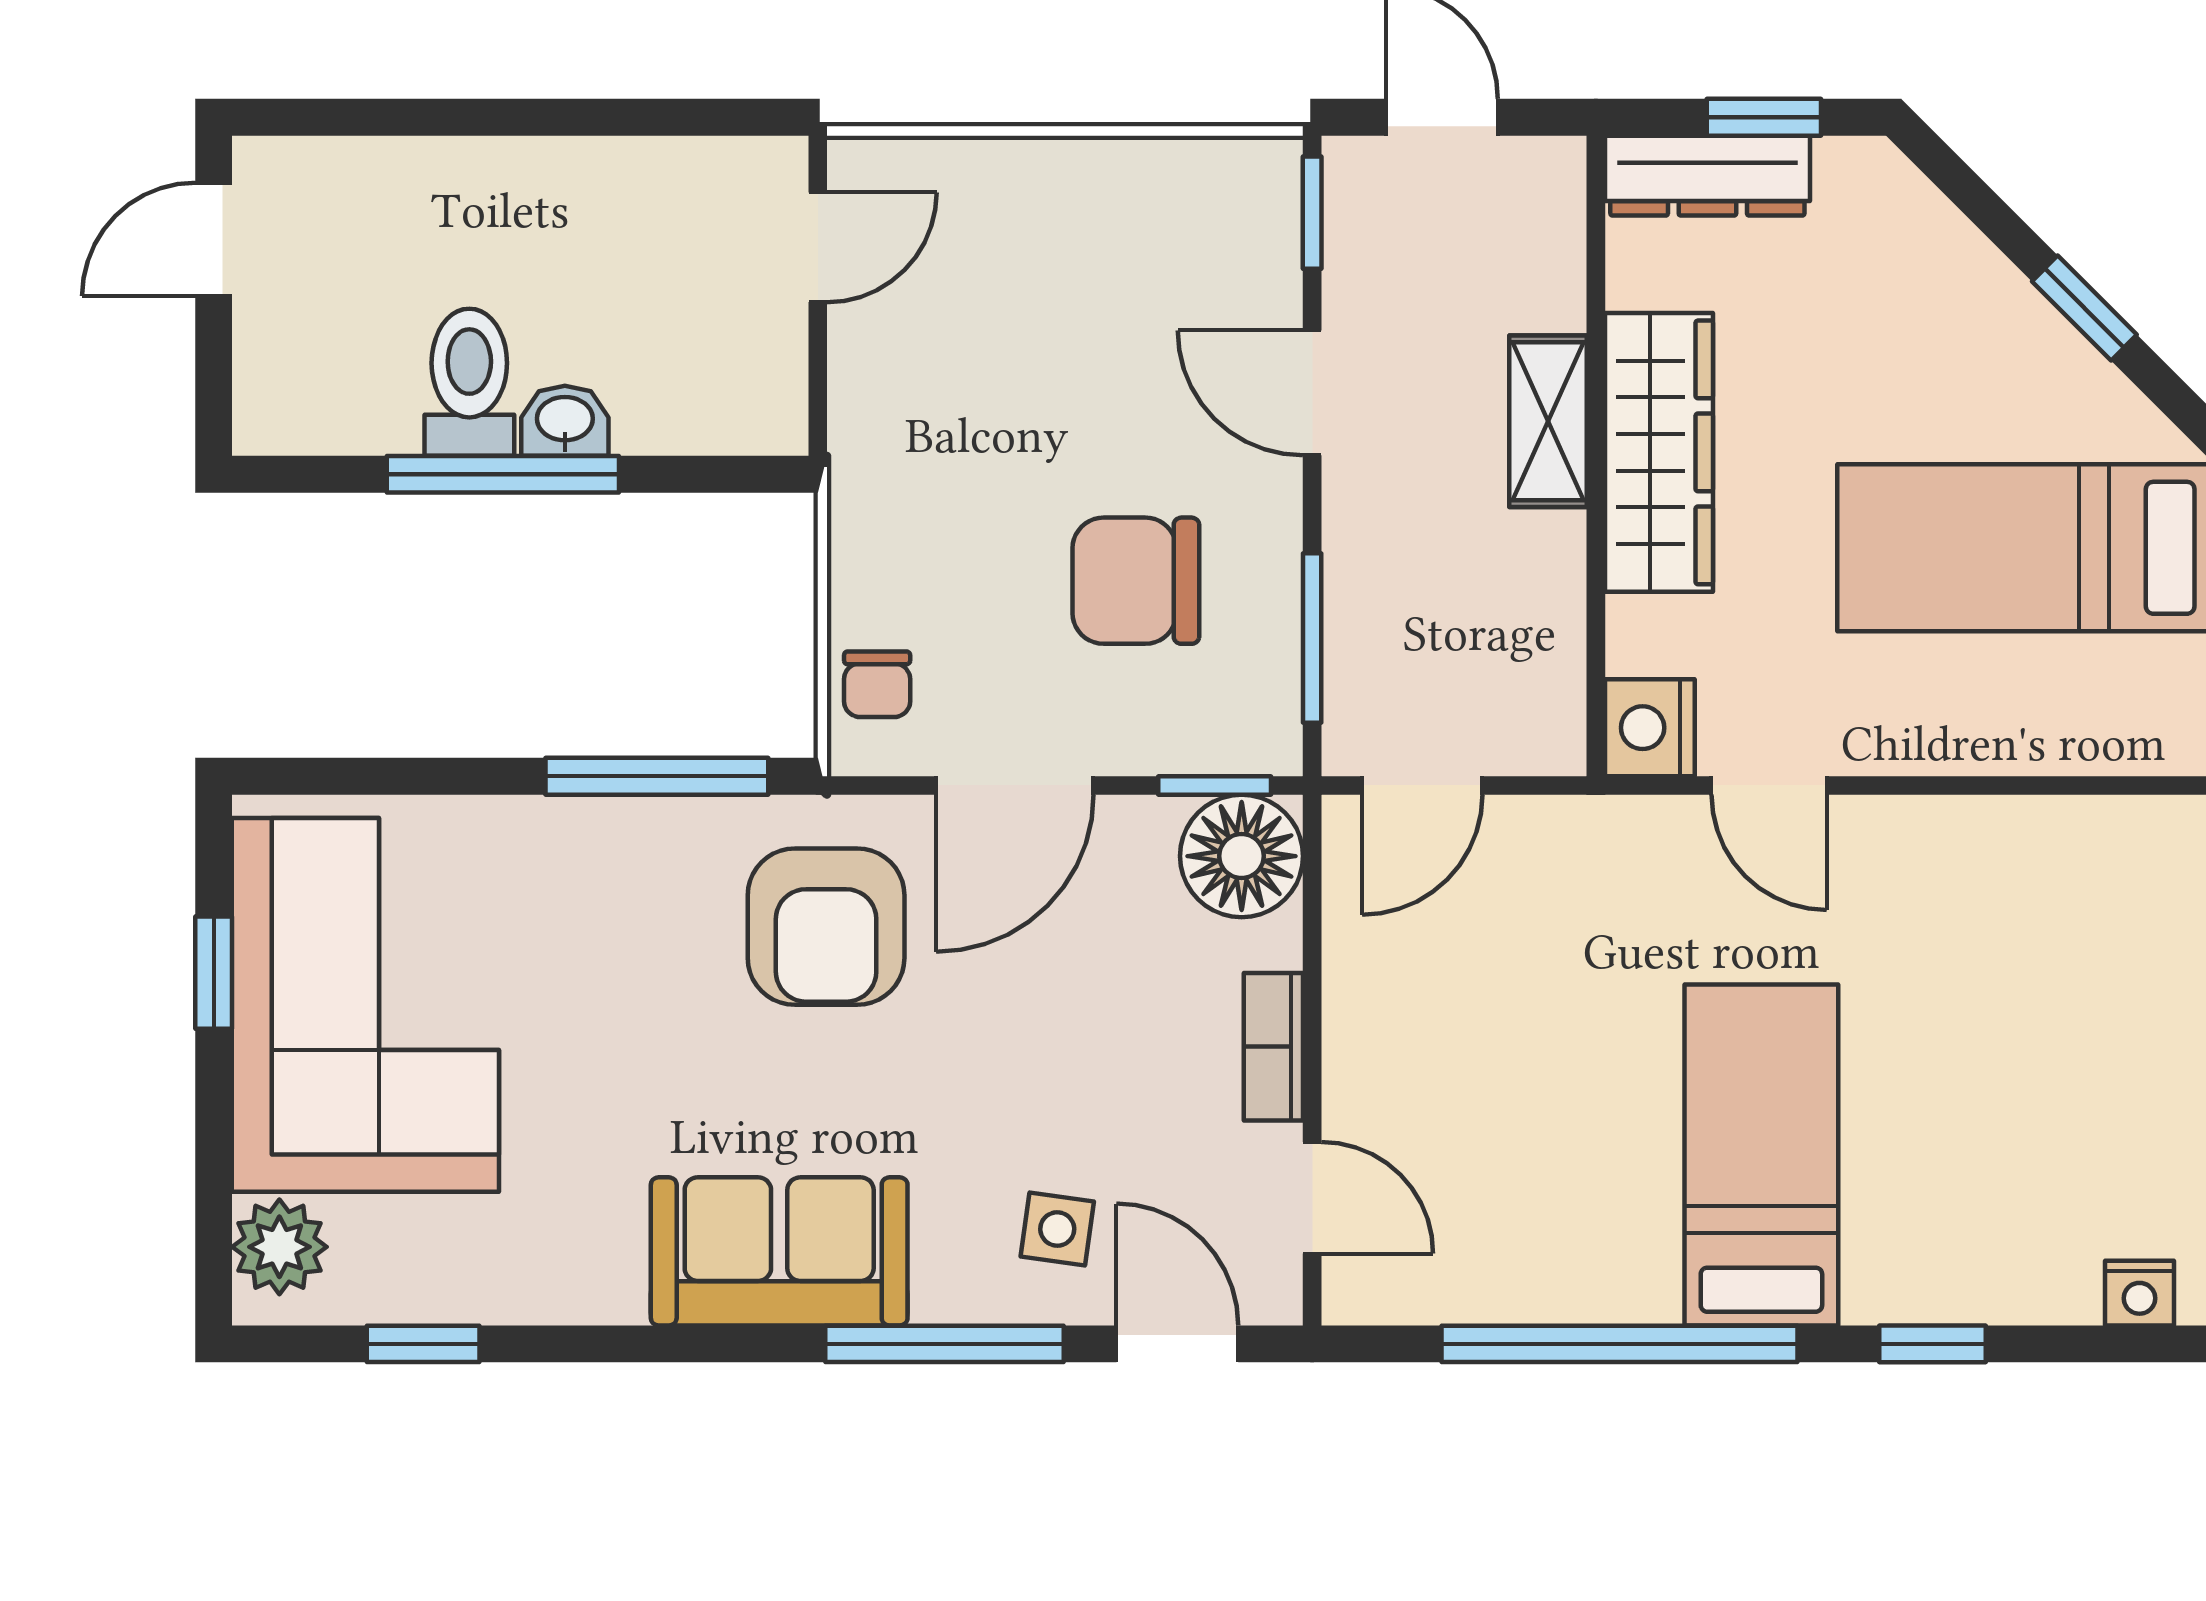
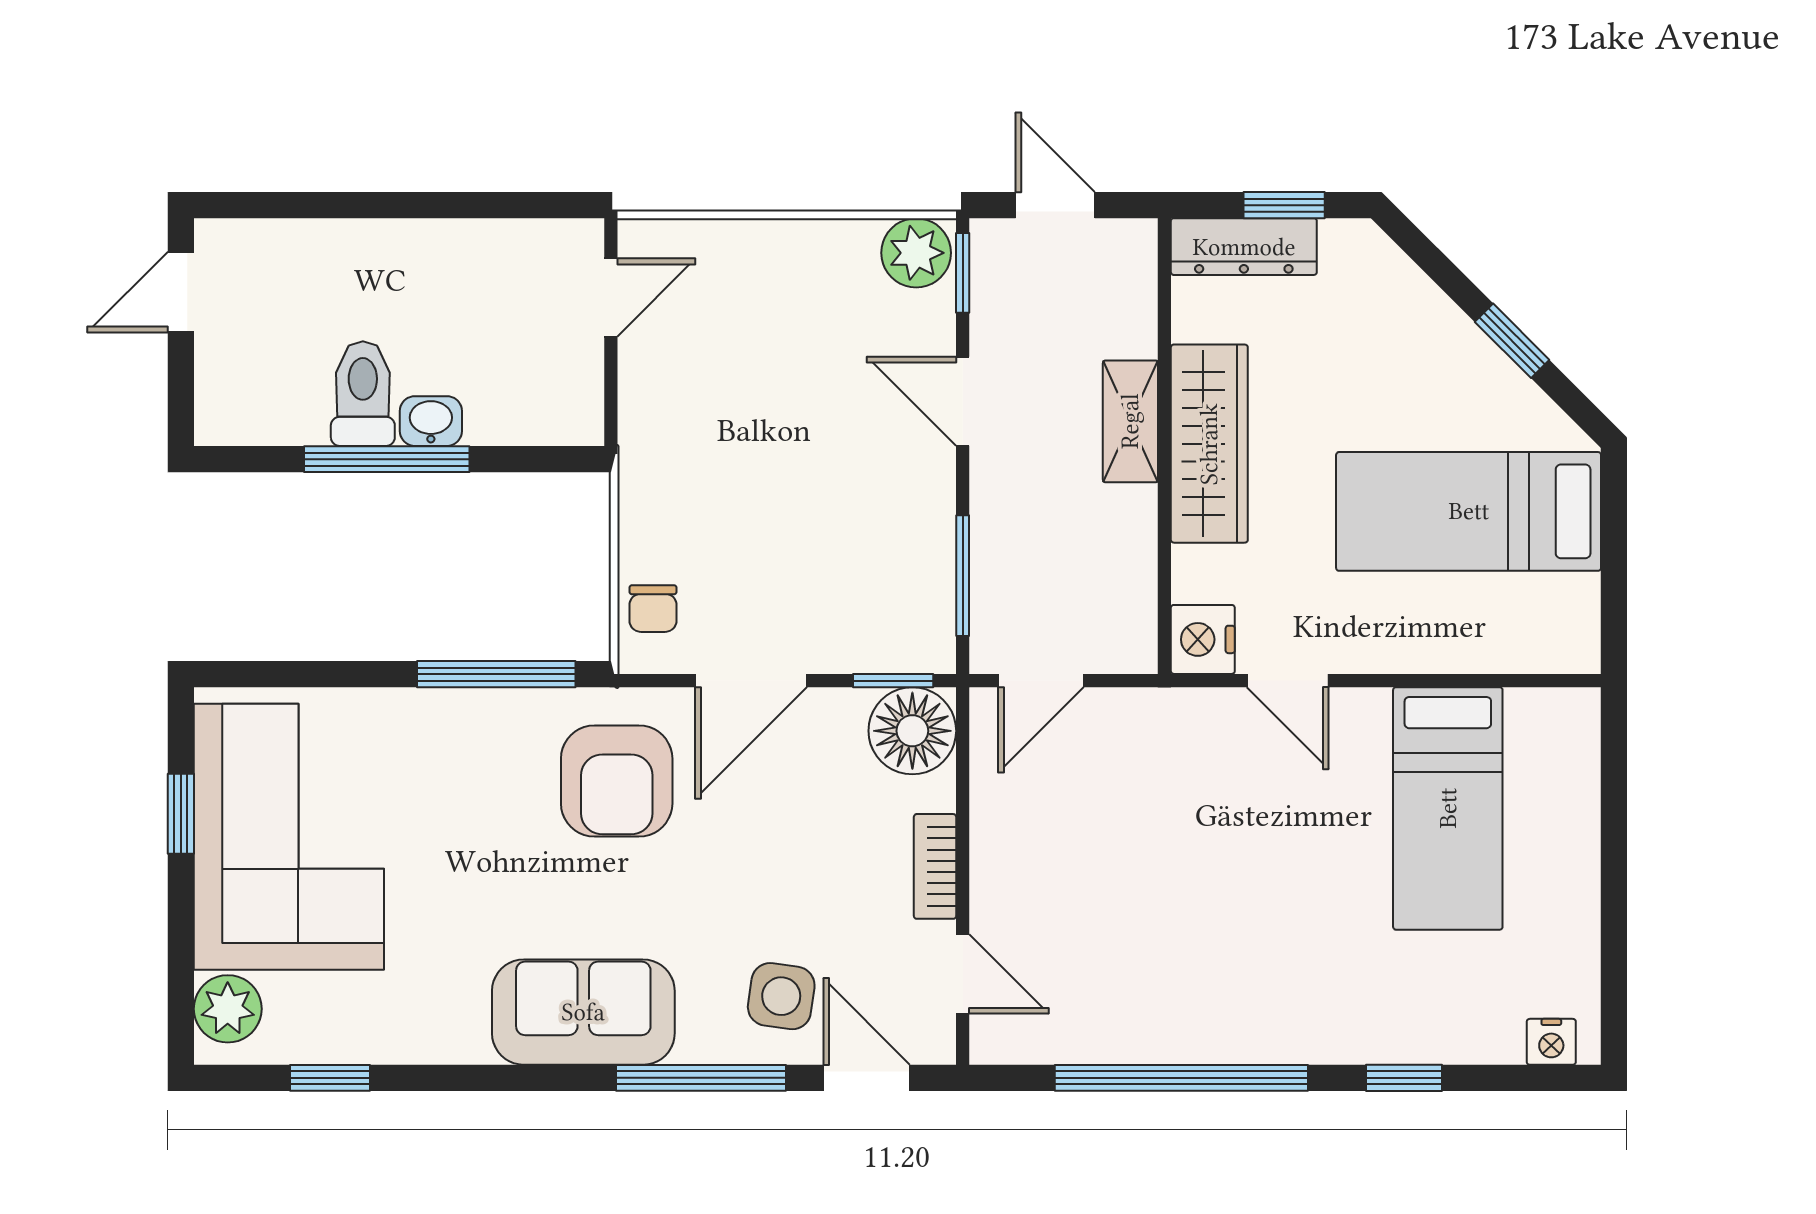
plant: (1247, 184) -> (916, 253), added
chair: (1136, 581) -> (837, 535), removed
bed: (1761, 1155) -> (1448, 808), moved, turned 180
side table: (1057, 1229) -> (781, 996), width x1.37, depth x1.37

